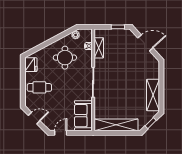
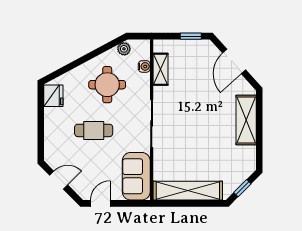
door: (145, 43) -> (234, 61), swing flipped
cafe table: (39, 87) -> (94, 130), moved
shelving: (153, 95) -> (246, 120), moved

